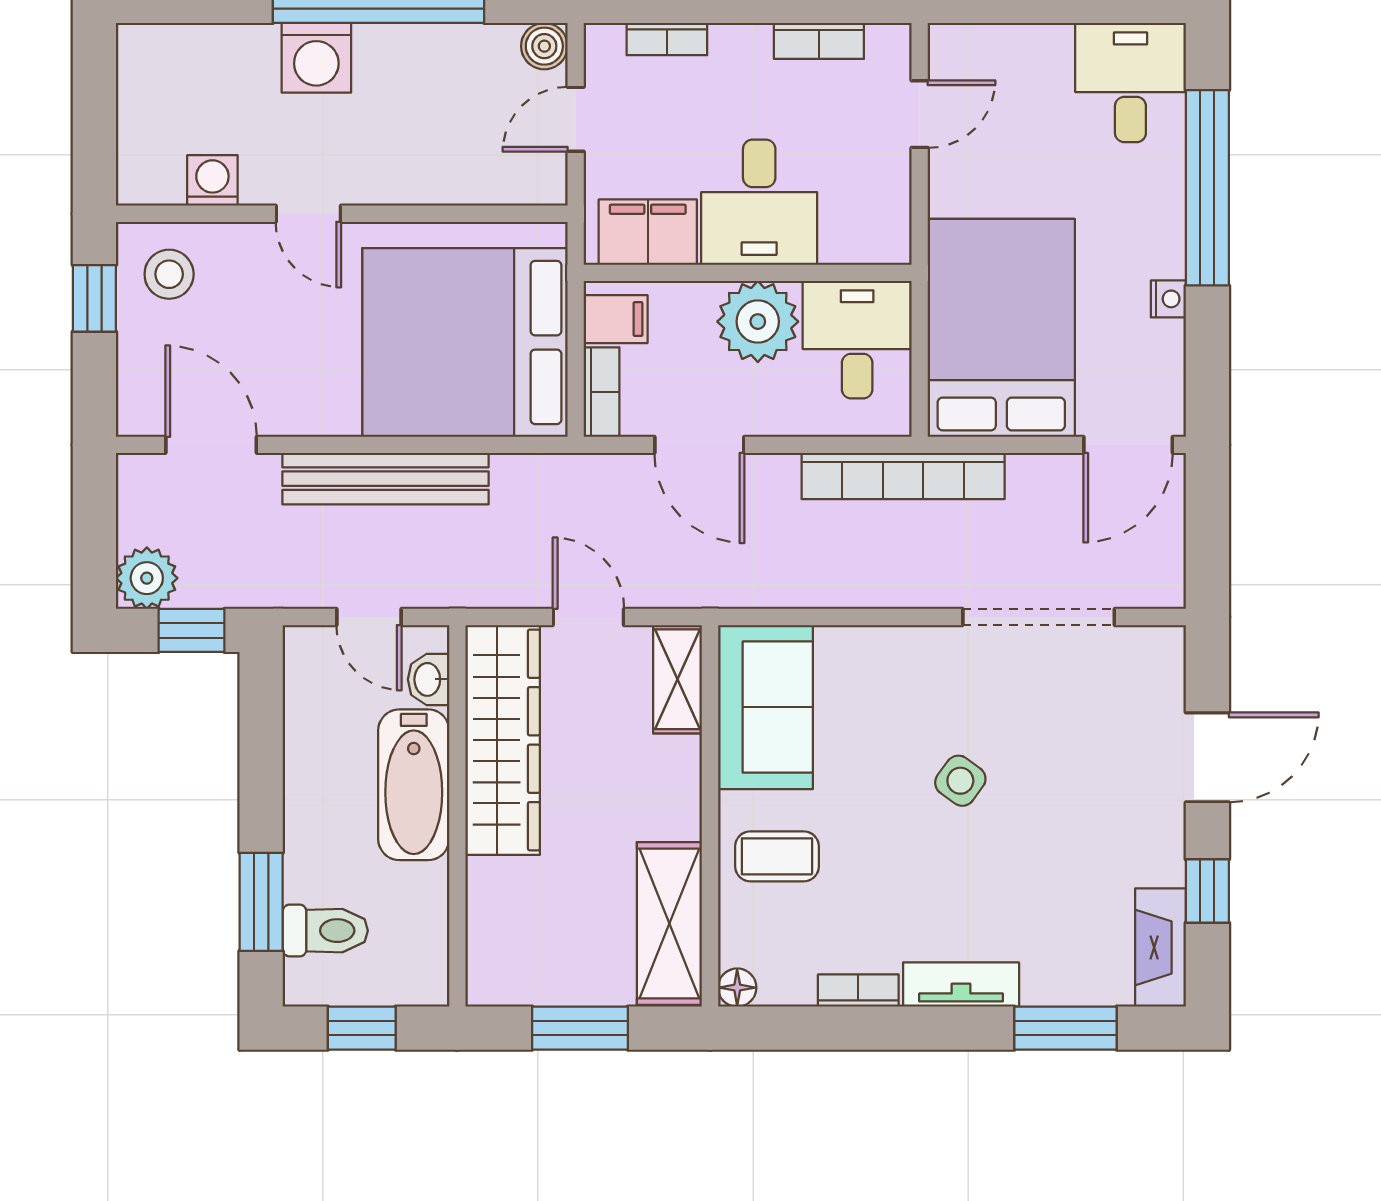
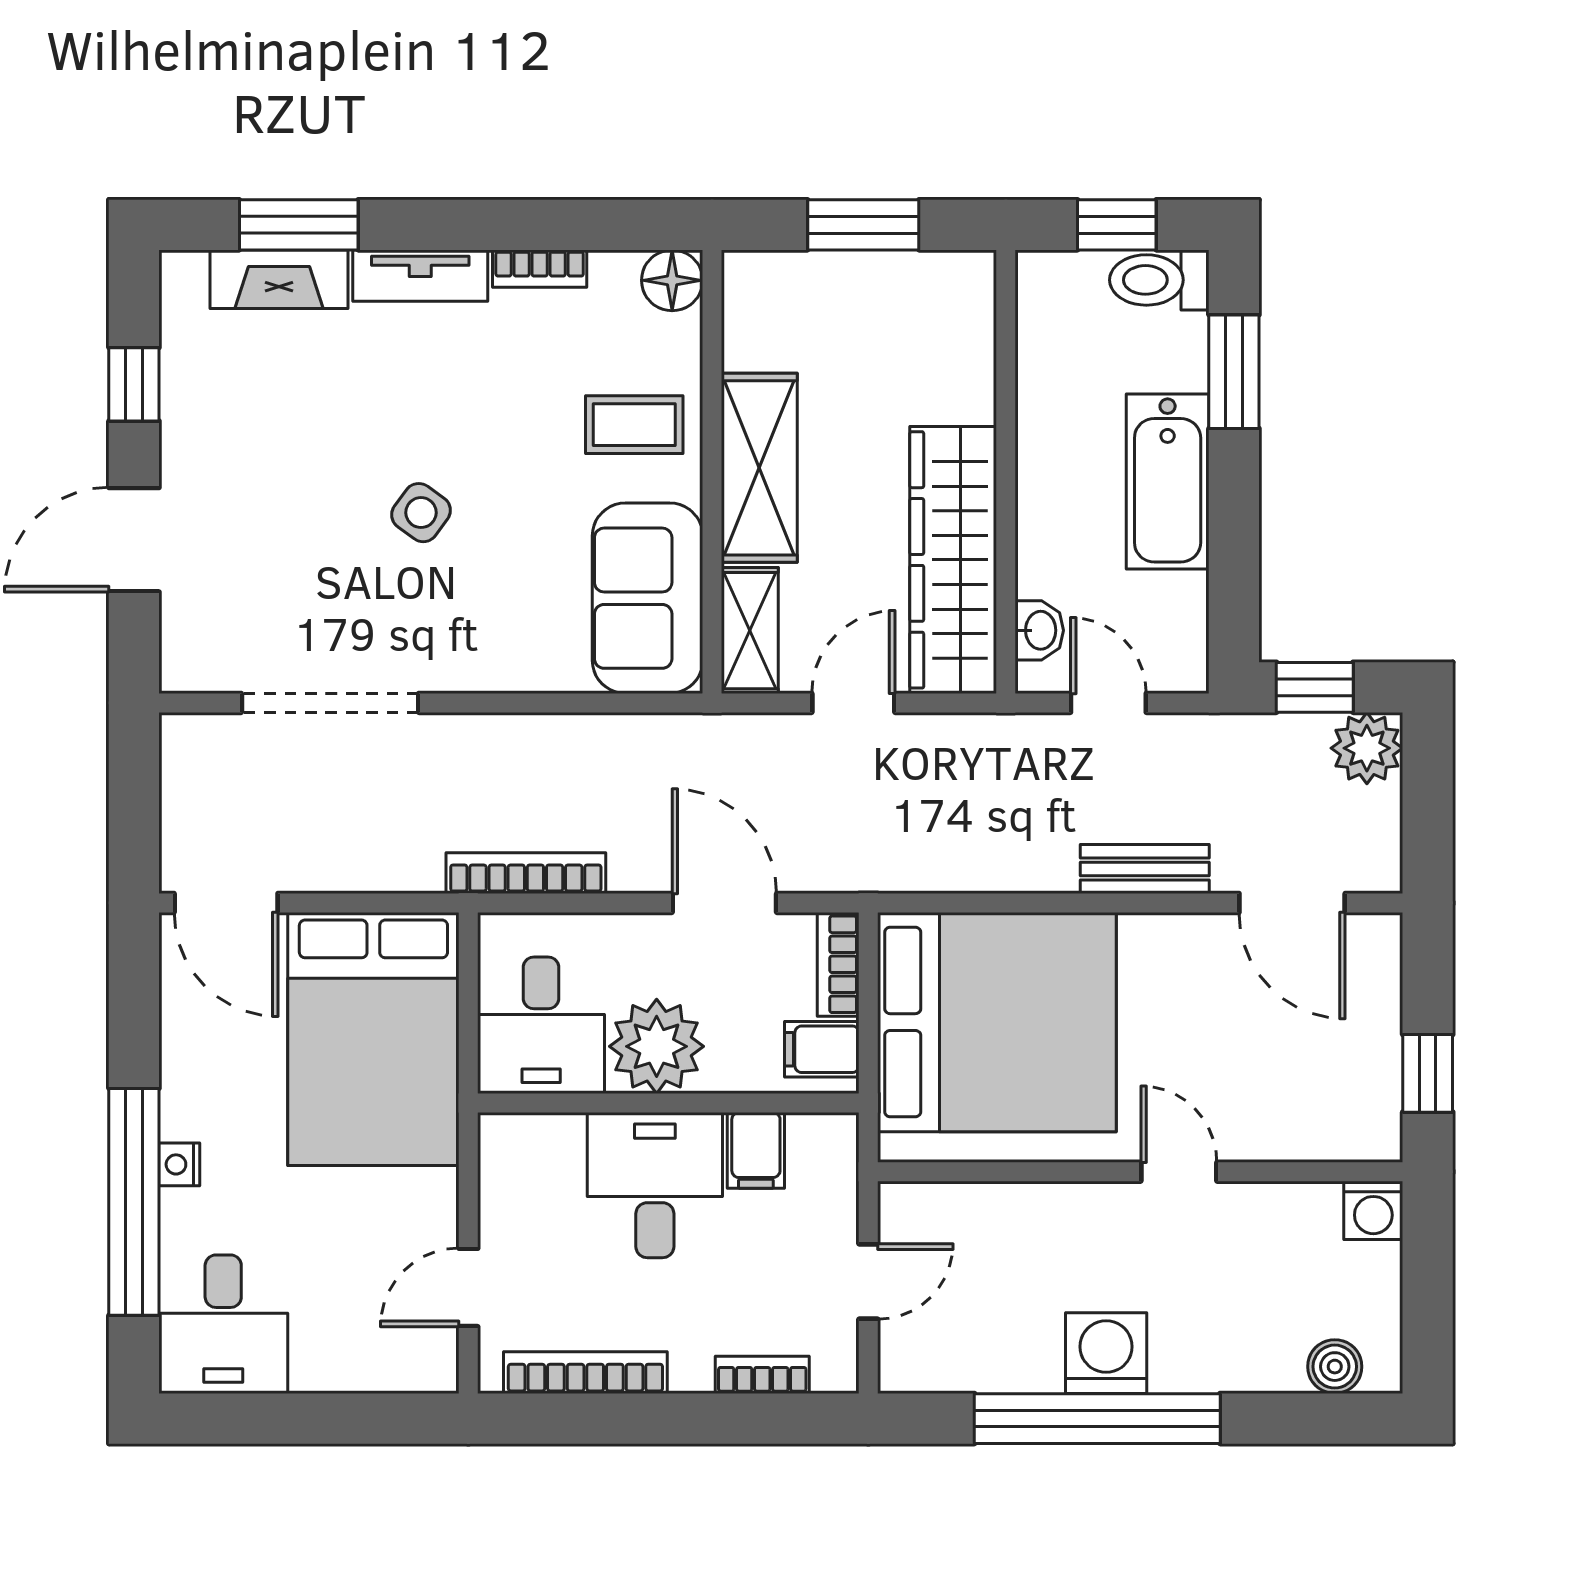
bookcase: (819, 41) -> (585, 1373), width x1.56
boiler: (544, 46) -> (1335, 1367), moved
washing machine: (316, 58) -> (1106, 1353), moved
washing machine: (212, 180) -> (1373, 1210), moved
filing cabinet: (648, 232) -> (756, 1150), width x0.50
stool: (169, 274) -> (1341, 1101), removed
nightstand: (1168, 299) -> (179, 1164), moved
door: (1128, 445) -> (226, 903), swing flipped
bookcase: (903, 476) -> (526, 873), width x0.68, depth x0.76
bench: (386, 479) -> (1145, 869), width x0.54, depth x0.82
door: (588, 617) -> (853, 703), swing flipped
bathtub: (414, 785) -> (1168, 482), moved, turned 180
shelving: (669, 923) -> (759, 468), moved
toilet: (325, 931) -> (1159, 280), moved
fireplace: (1160, 948) -> (279, 279), moved, turned 90
floor lamp: (737, 988) -> (672, 280), width x1.37, depth x1.37

